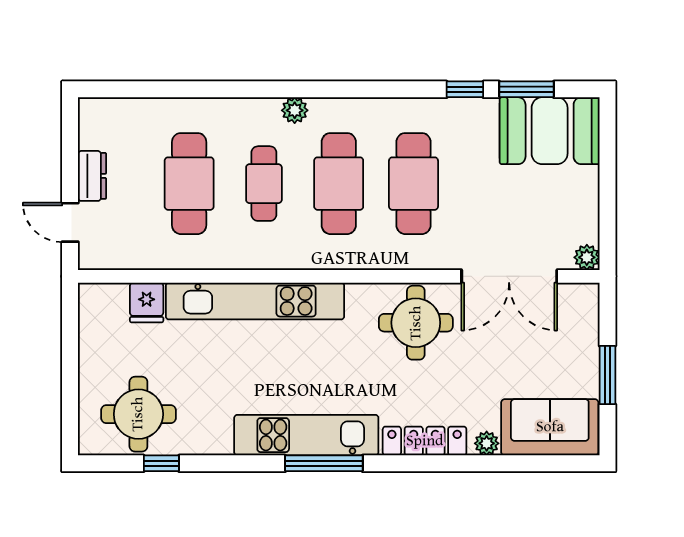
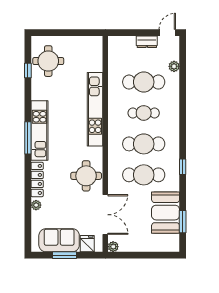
window: (465, 89) -> (183, 167), moved
plant: (295, 110) -> (174, 66), moved
booth: (550, 131) -> (166, 213), moved
door: (70, 222) -> (167, 33), moved
double door: (509, 276) -> (105, 215), swing flipped
fridge: (147, 302) -> (87, 244), moved, turned 90
sofa: (550, 427) -> (59, 240), moved, turned -90

